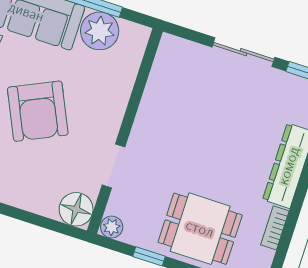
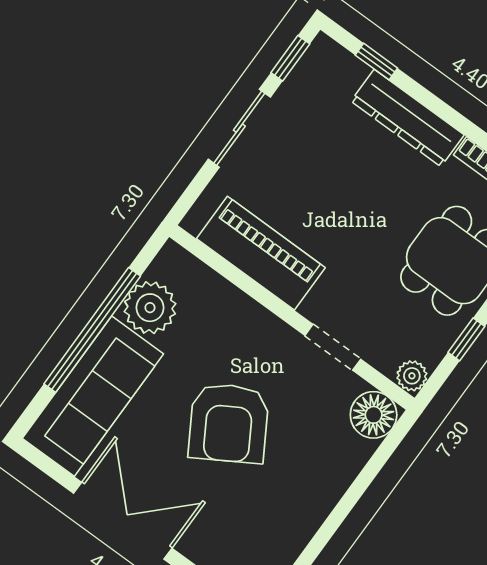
piano: (162, 95) -> (261, 253), added
armchair: (38, 111) -> (229, 423), turned 84

